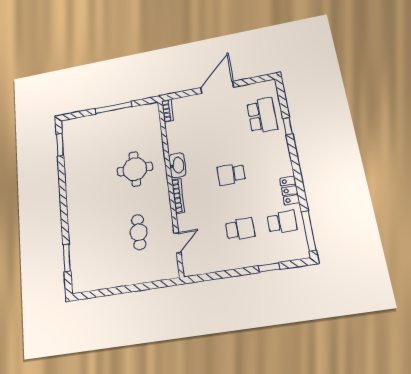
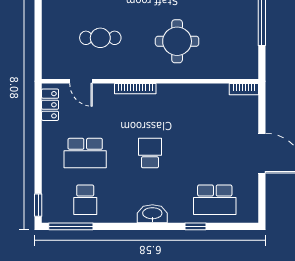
washbasin: (177, 165) -> (152, 214), moved, turned 180
locker: (290, 190) -> (50, 105), moved, turned 90
school desk: (240, 229) -> (85, 153), width x1.85
window: (269, 267) -> (38, 205), moved

